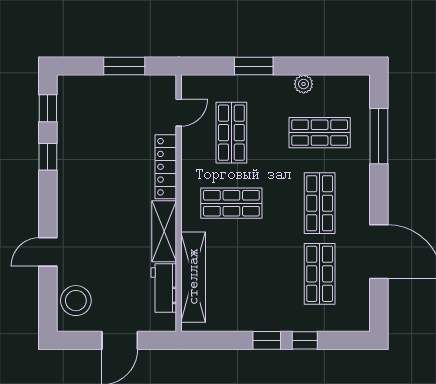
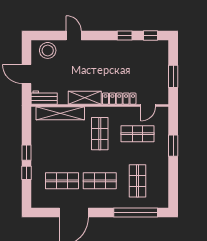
plant: (304, 84) -> (163, 172), removed
door: (179, 113) -> (148, 105), hinge flipped
window: (379, 136) -> (136, 213), width x1.46
workbench: (164, 288) -> (44, 98), moved

